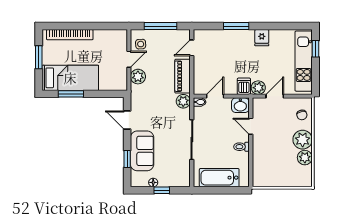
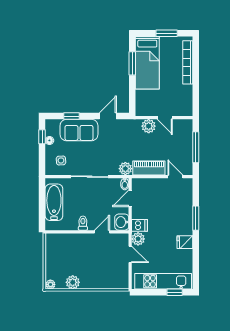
side table: (141, 44) -> (61, 160), moved
door: (215, 96) -> (130, 198), swing flipped
chair: (302, 115) -> (113, 280), removed
plant: (303, 140) -> (50, 284), moved, width x0.53, depth x0.53
window: (162, 190) -> (42, 137), moved

